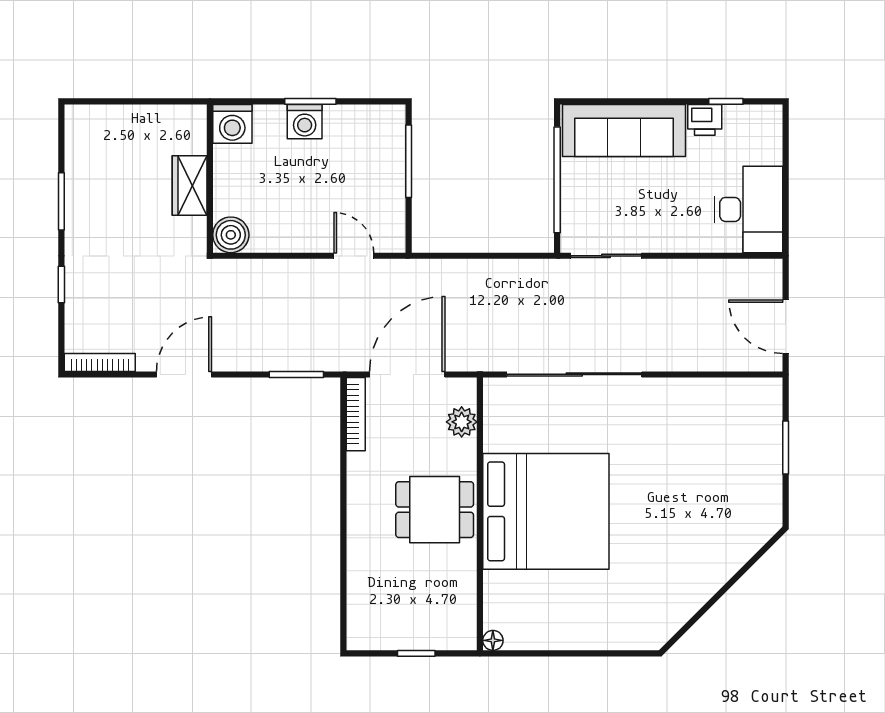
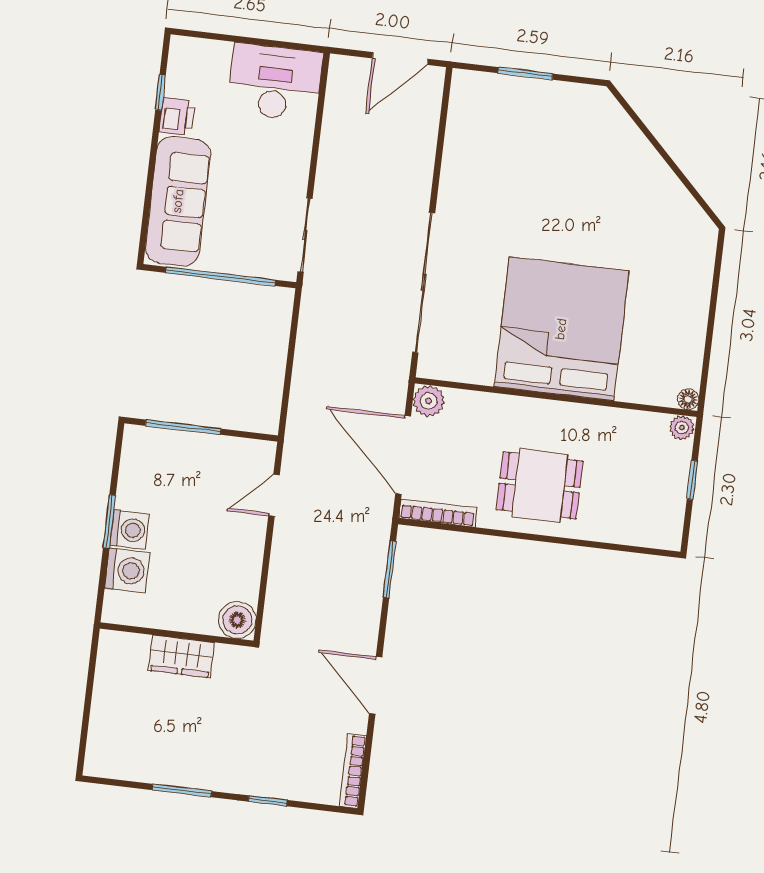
washing machine: (232, 124) -> (127, 570), moved
plant: (462, 422) -> (429, 401), moved
dining table: (435, 510) -> (540, 485), moved, turned 90
plant: (465, 638) -> (682, 428), added

